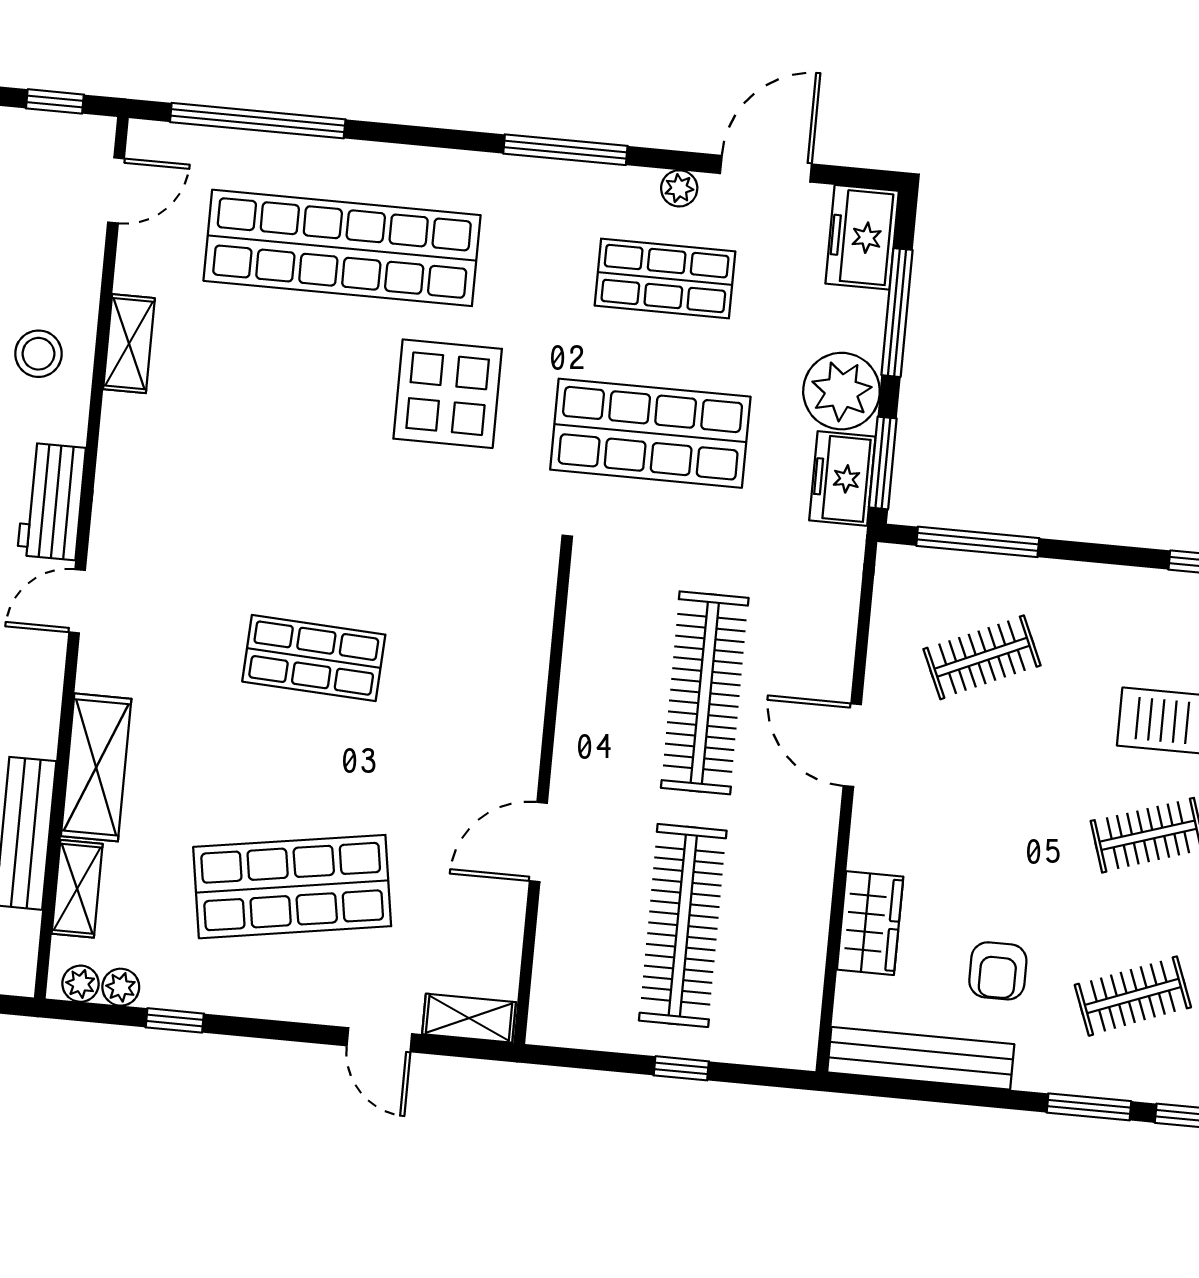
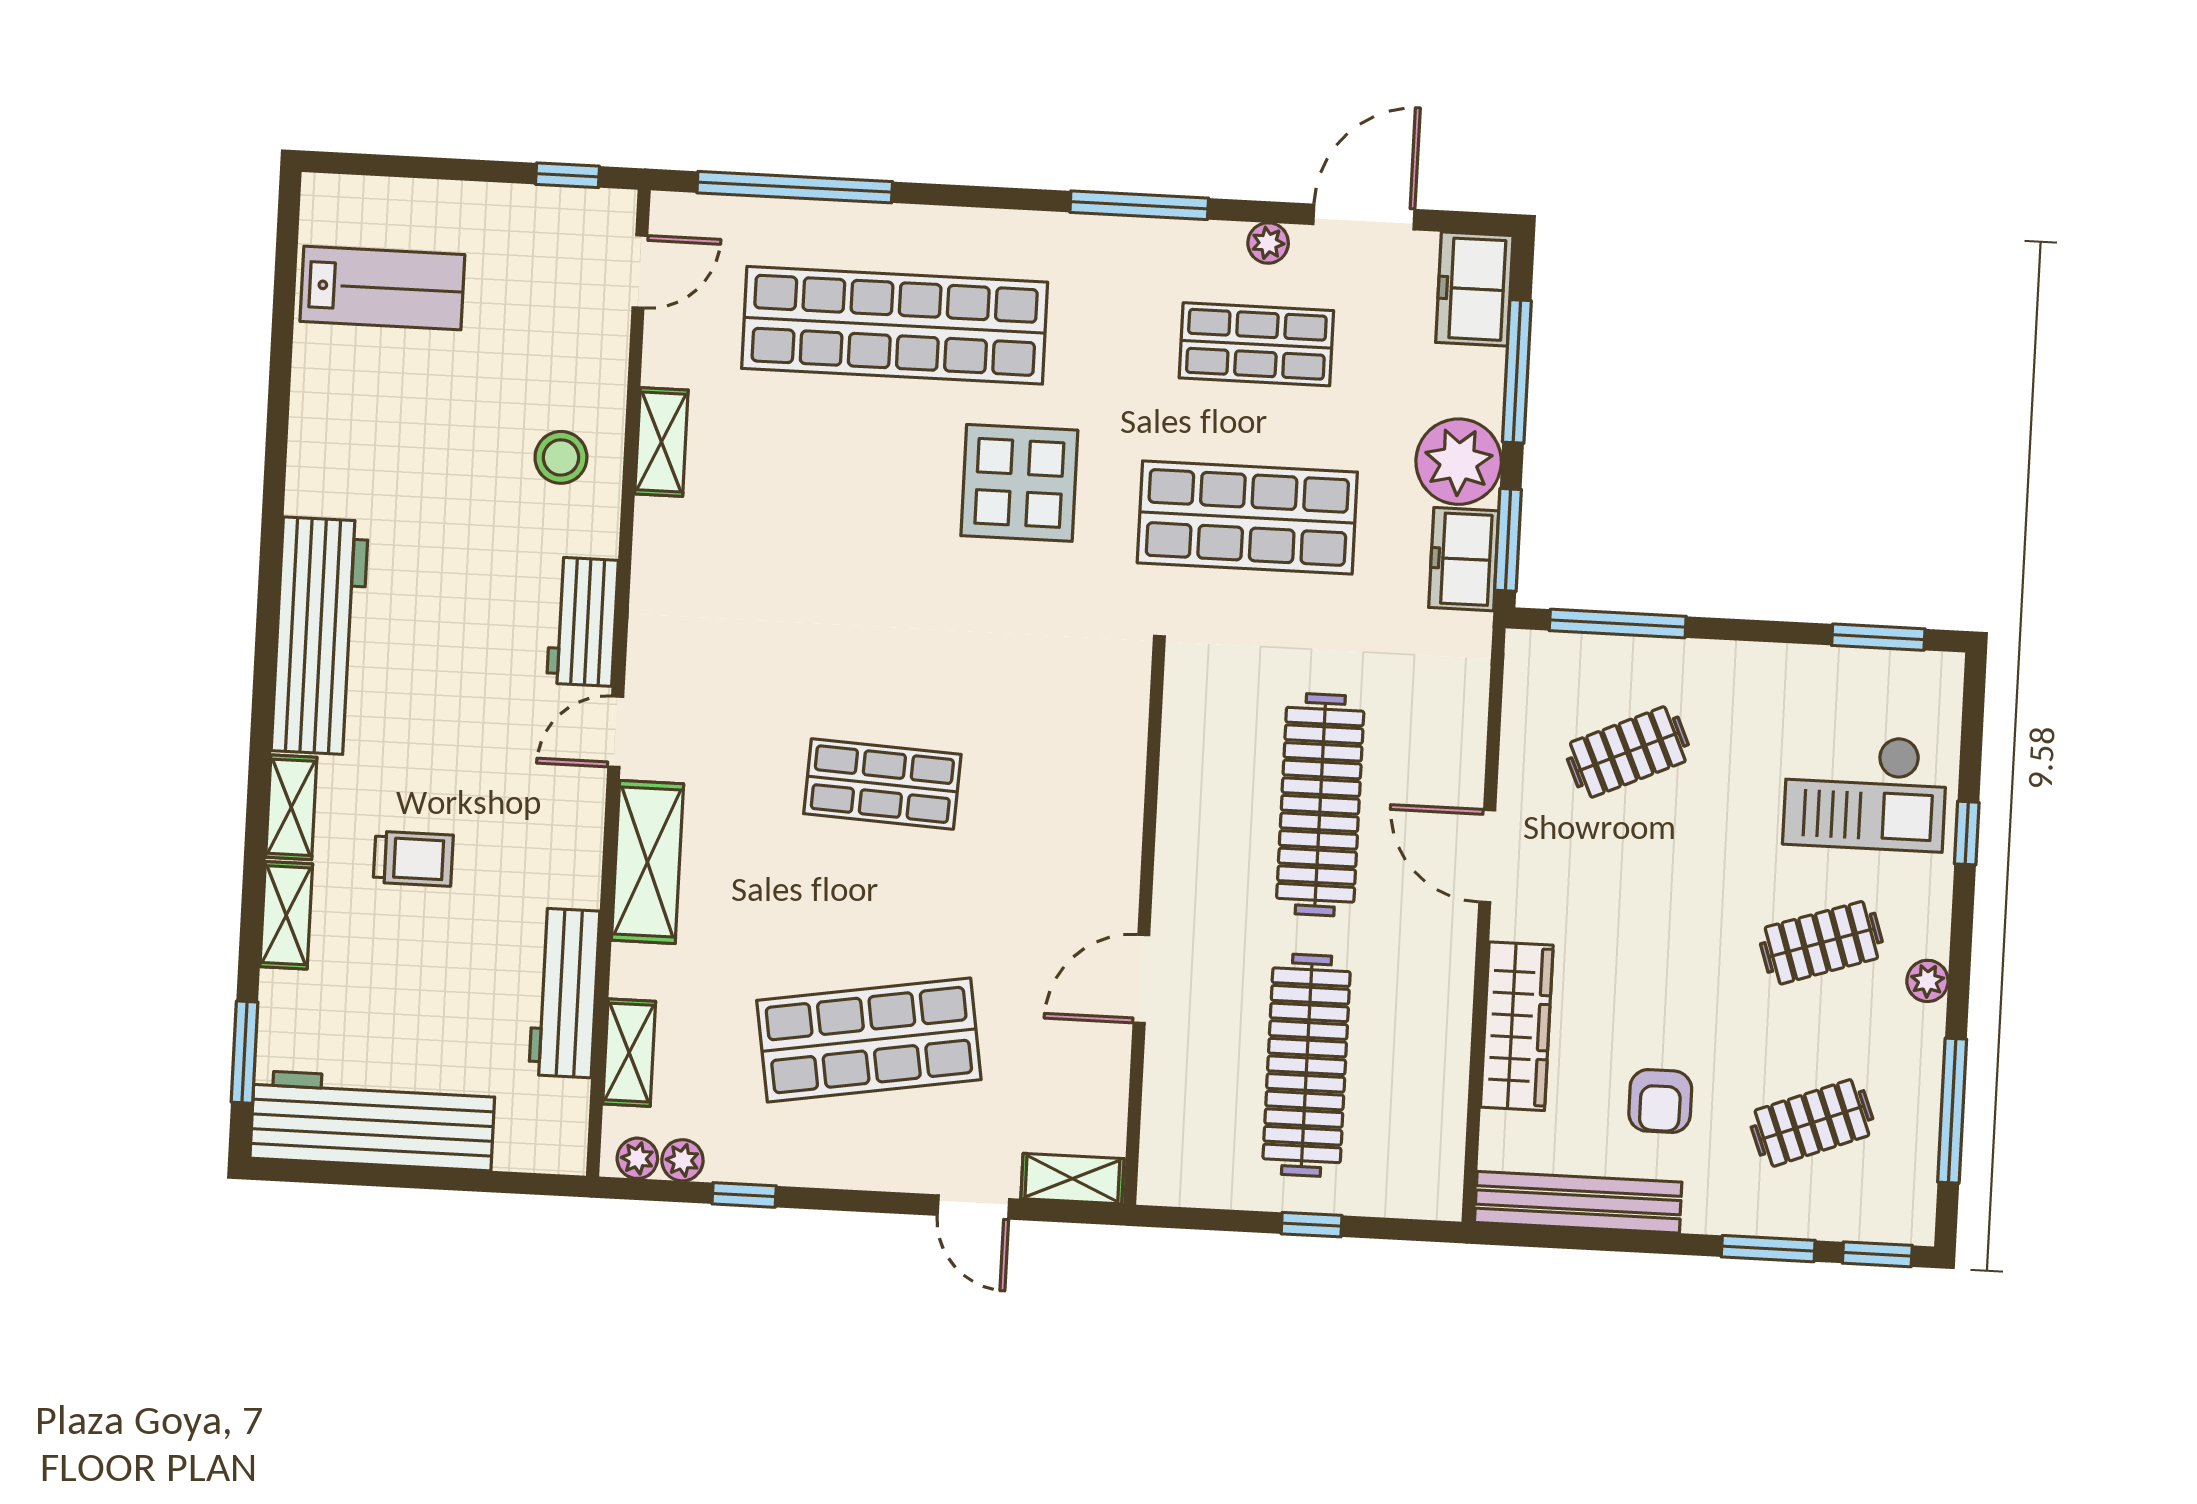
shelving: (96, 767) -> (647, 862), moved
wardrobe: (870, 923) -> (1517, 1026), width x1.50

